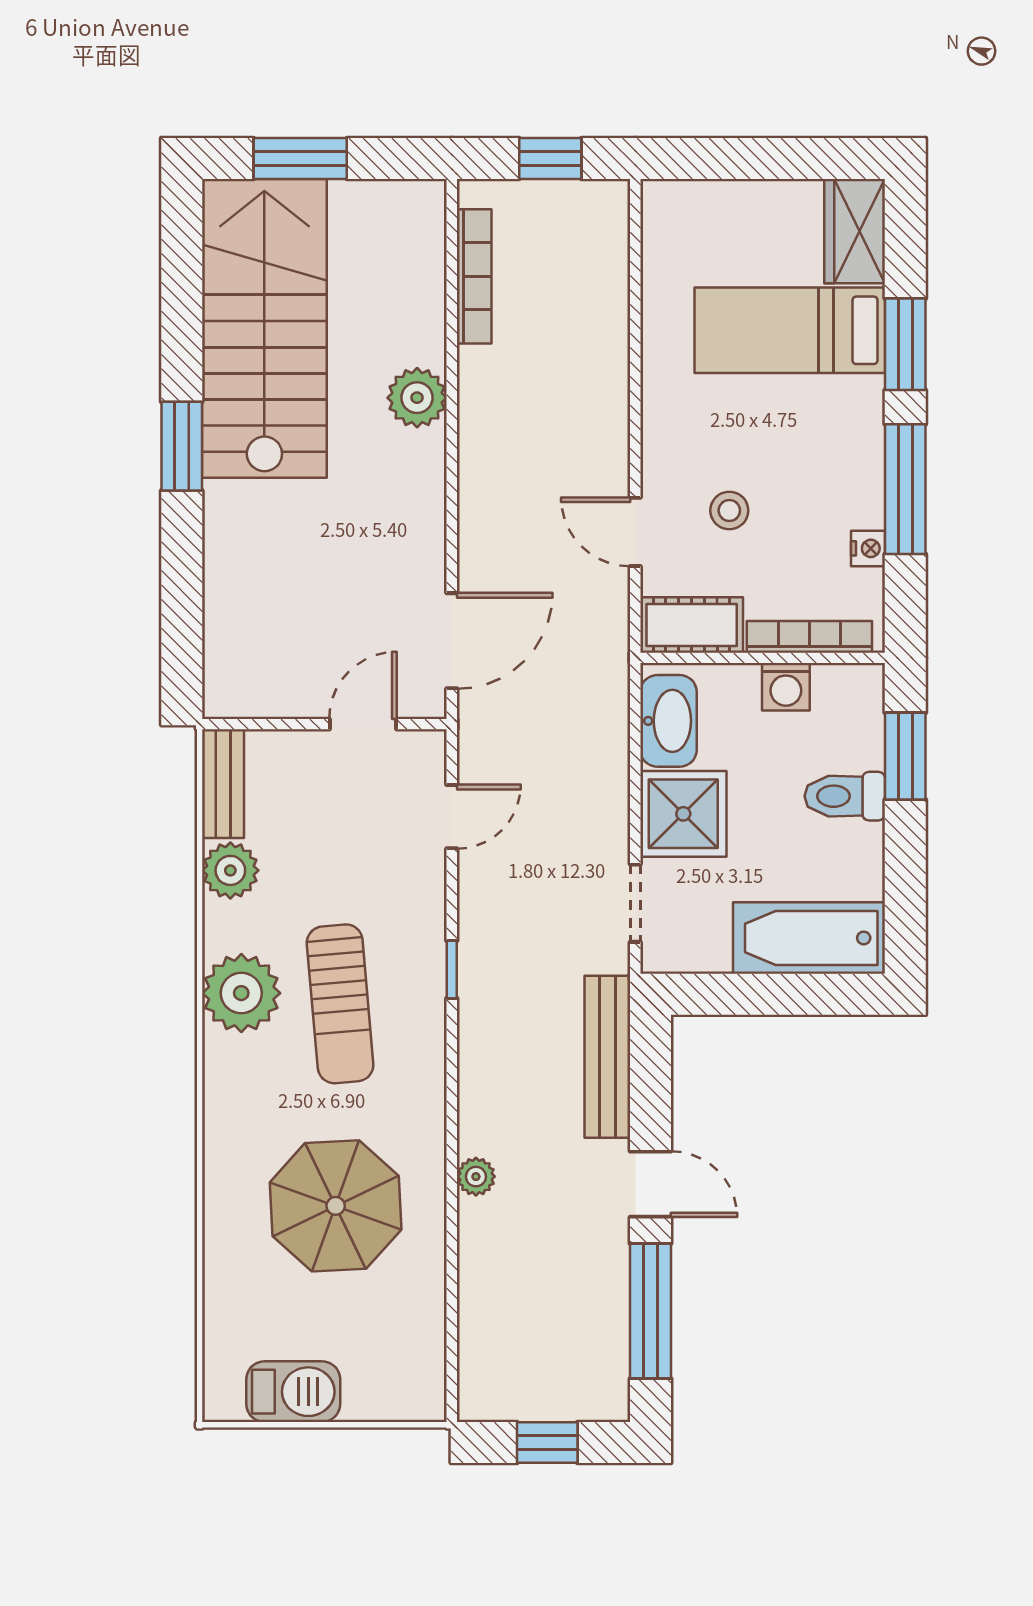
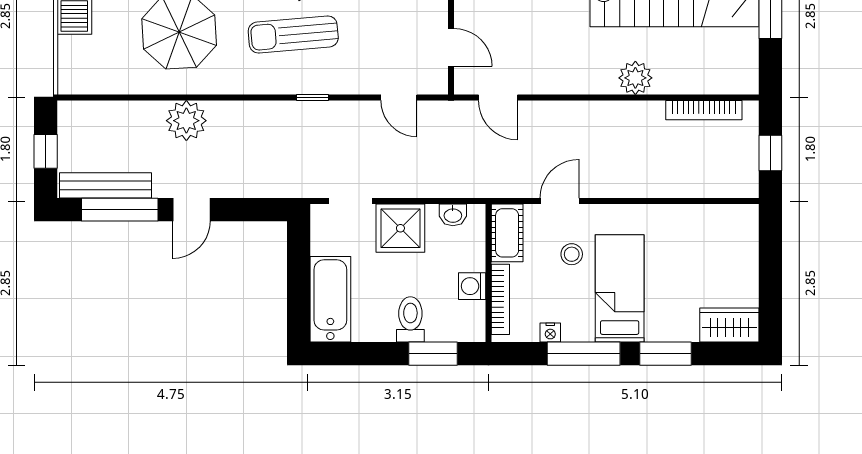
bed: (790, 330) -> (620, 288), moved
door: (452, 641) -> (498, 98), width x0.73
washbasin: (668, 721) -> (453, 215), width x0.52, depth x0.69
bench: (607, 1057) -> (106, 185), moved
plant: (476, 1177) -> (186, 121), width x1.87, depth x1.87

